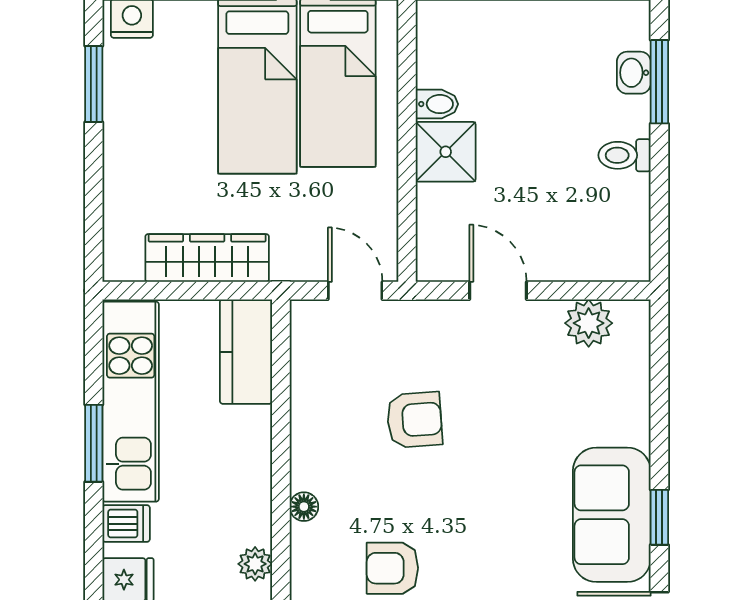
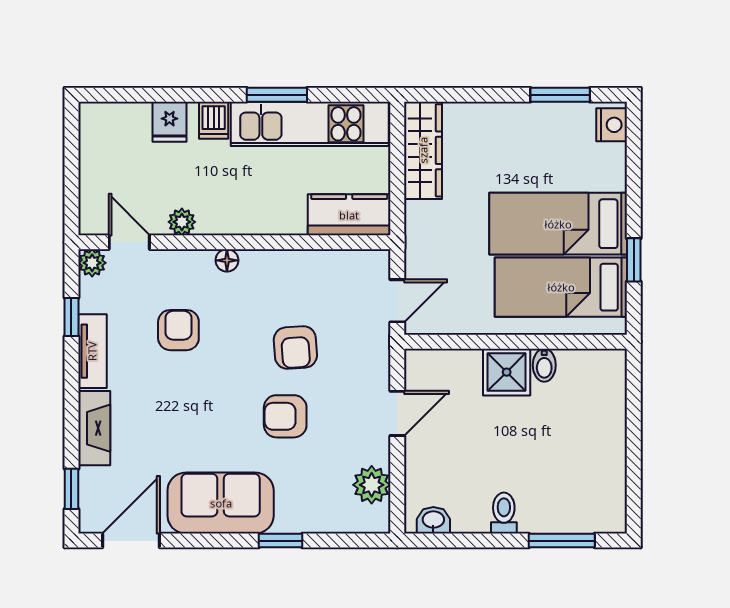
washbasin: (634, 73) -> (433, 520), moved
wardrobe: (207, 258) -> (423, 150), moved
armchair: (502, 433) -> (285, 416), added
window: (659, 517) -> (281, 541), moved

